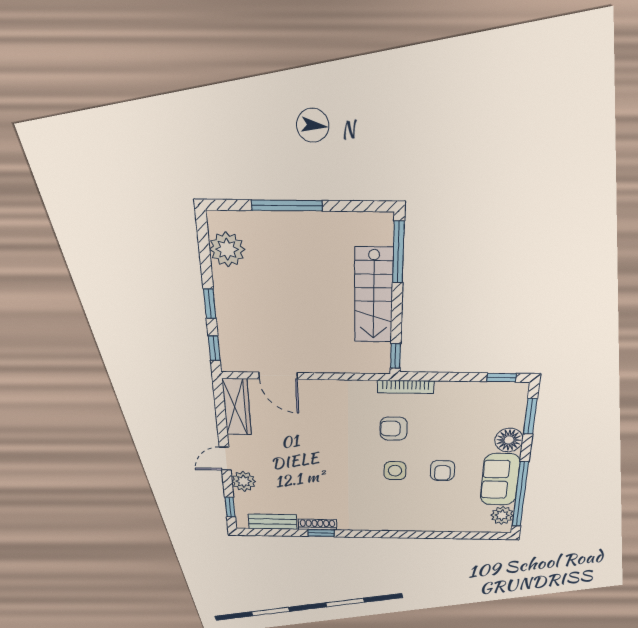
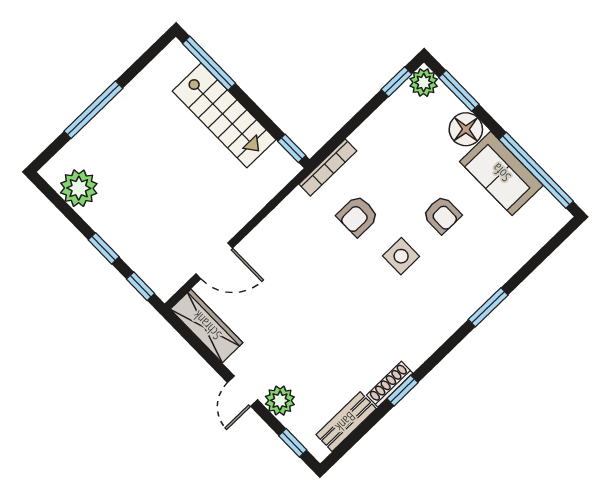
plant: (502, 515) -> (424, 83), moved
window: (414, 535) -> (488, 307), added

